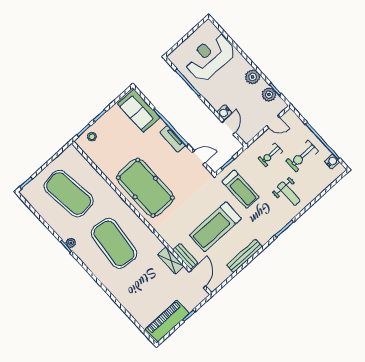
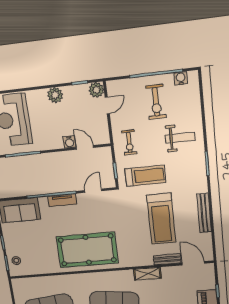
plant: (269, 95) -> (96, 90), moved
exercise bike: (270, 155) -> (129, 142), moved
shelving: (171, 260) -> (147, 274), moved

